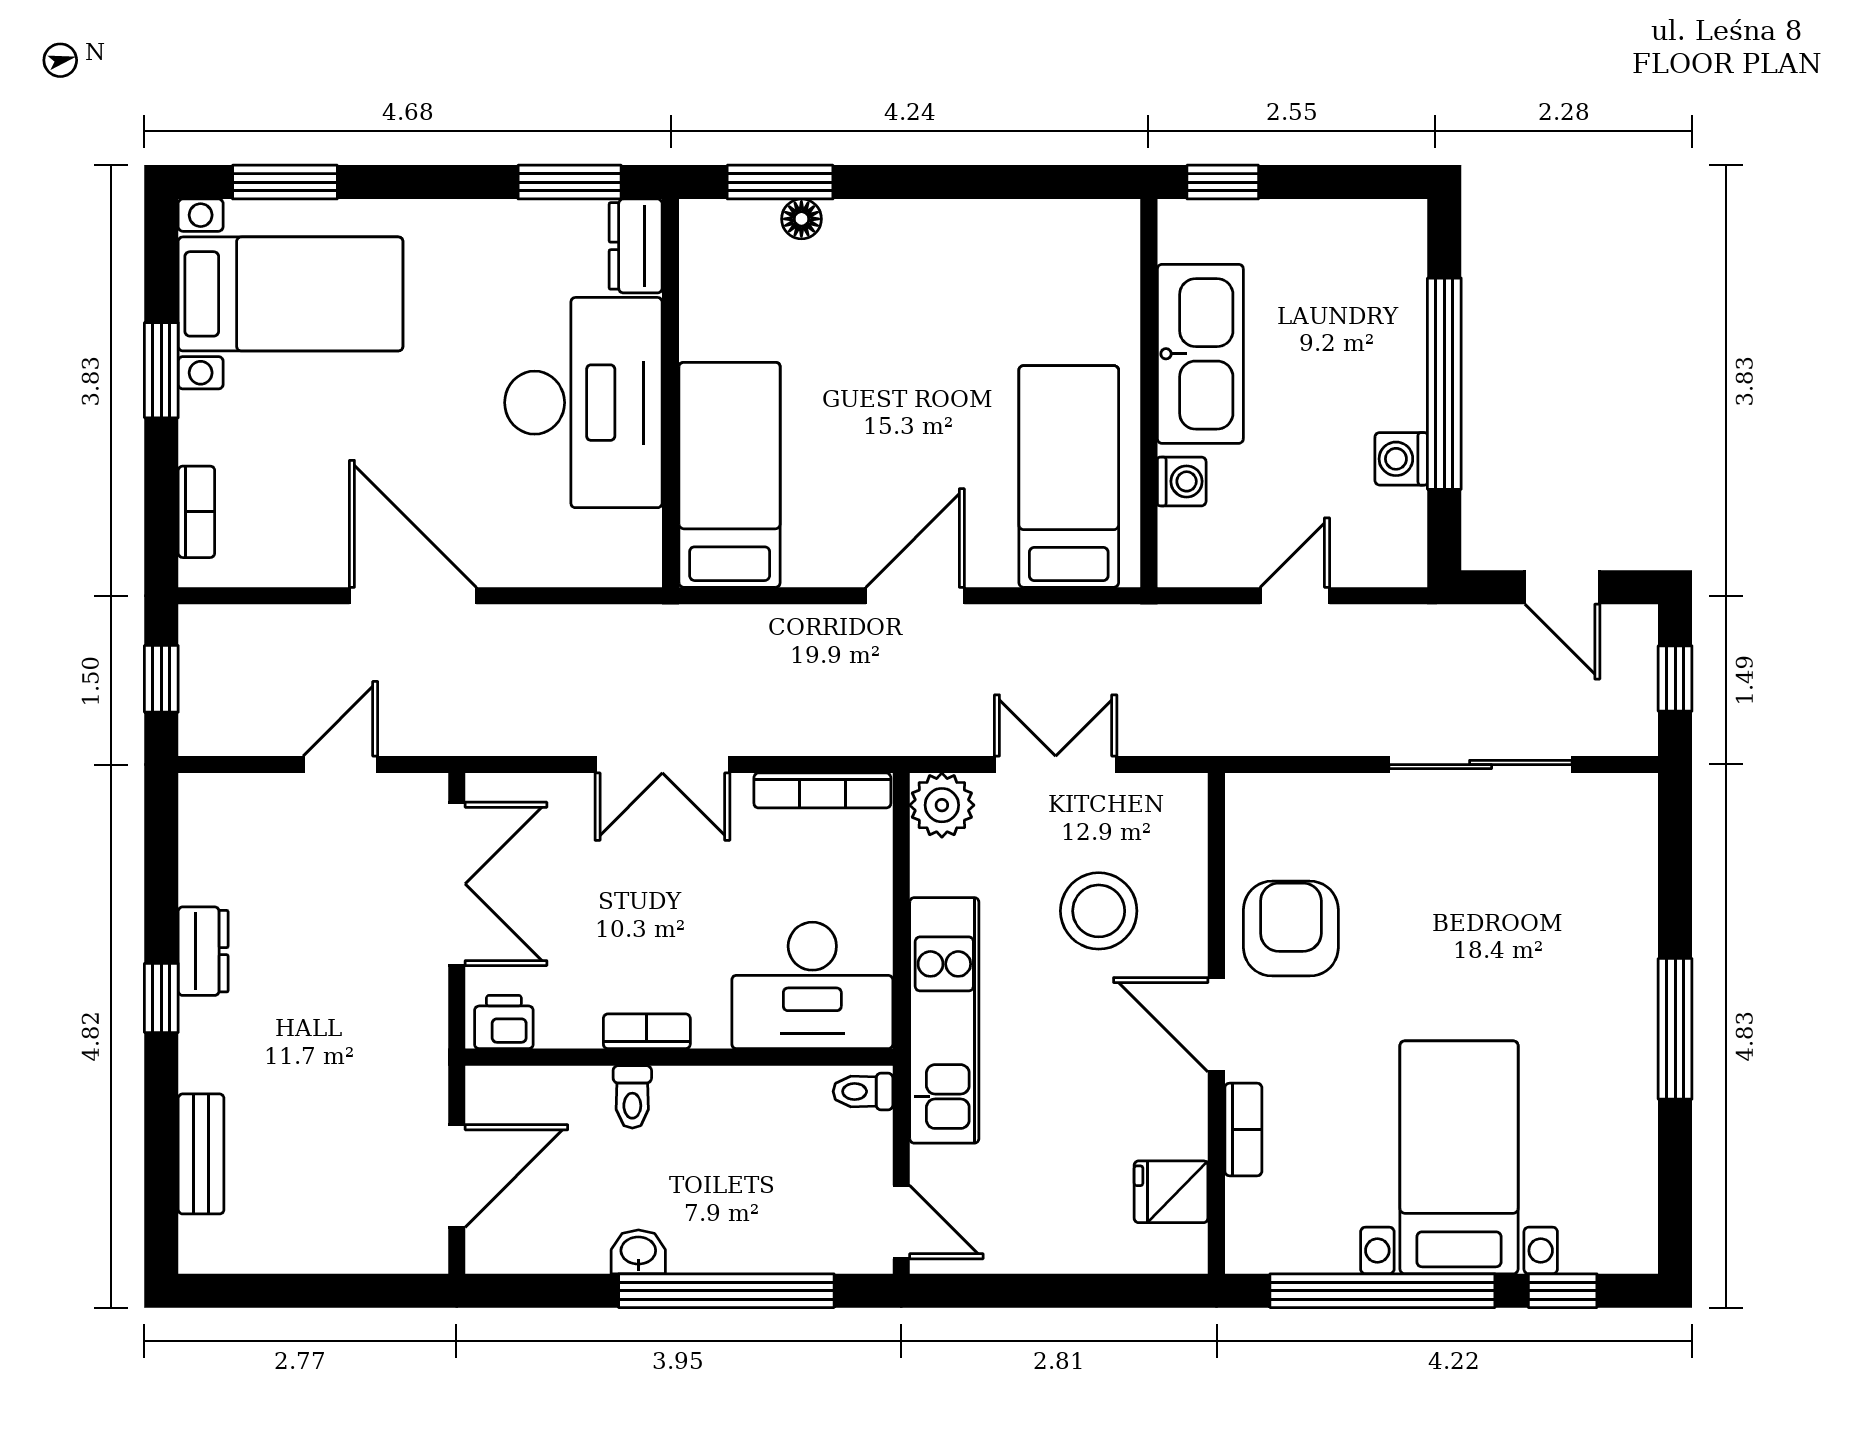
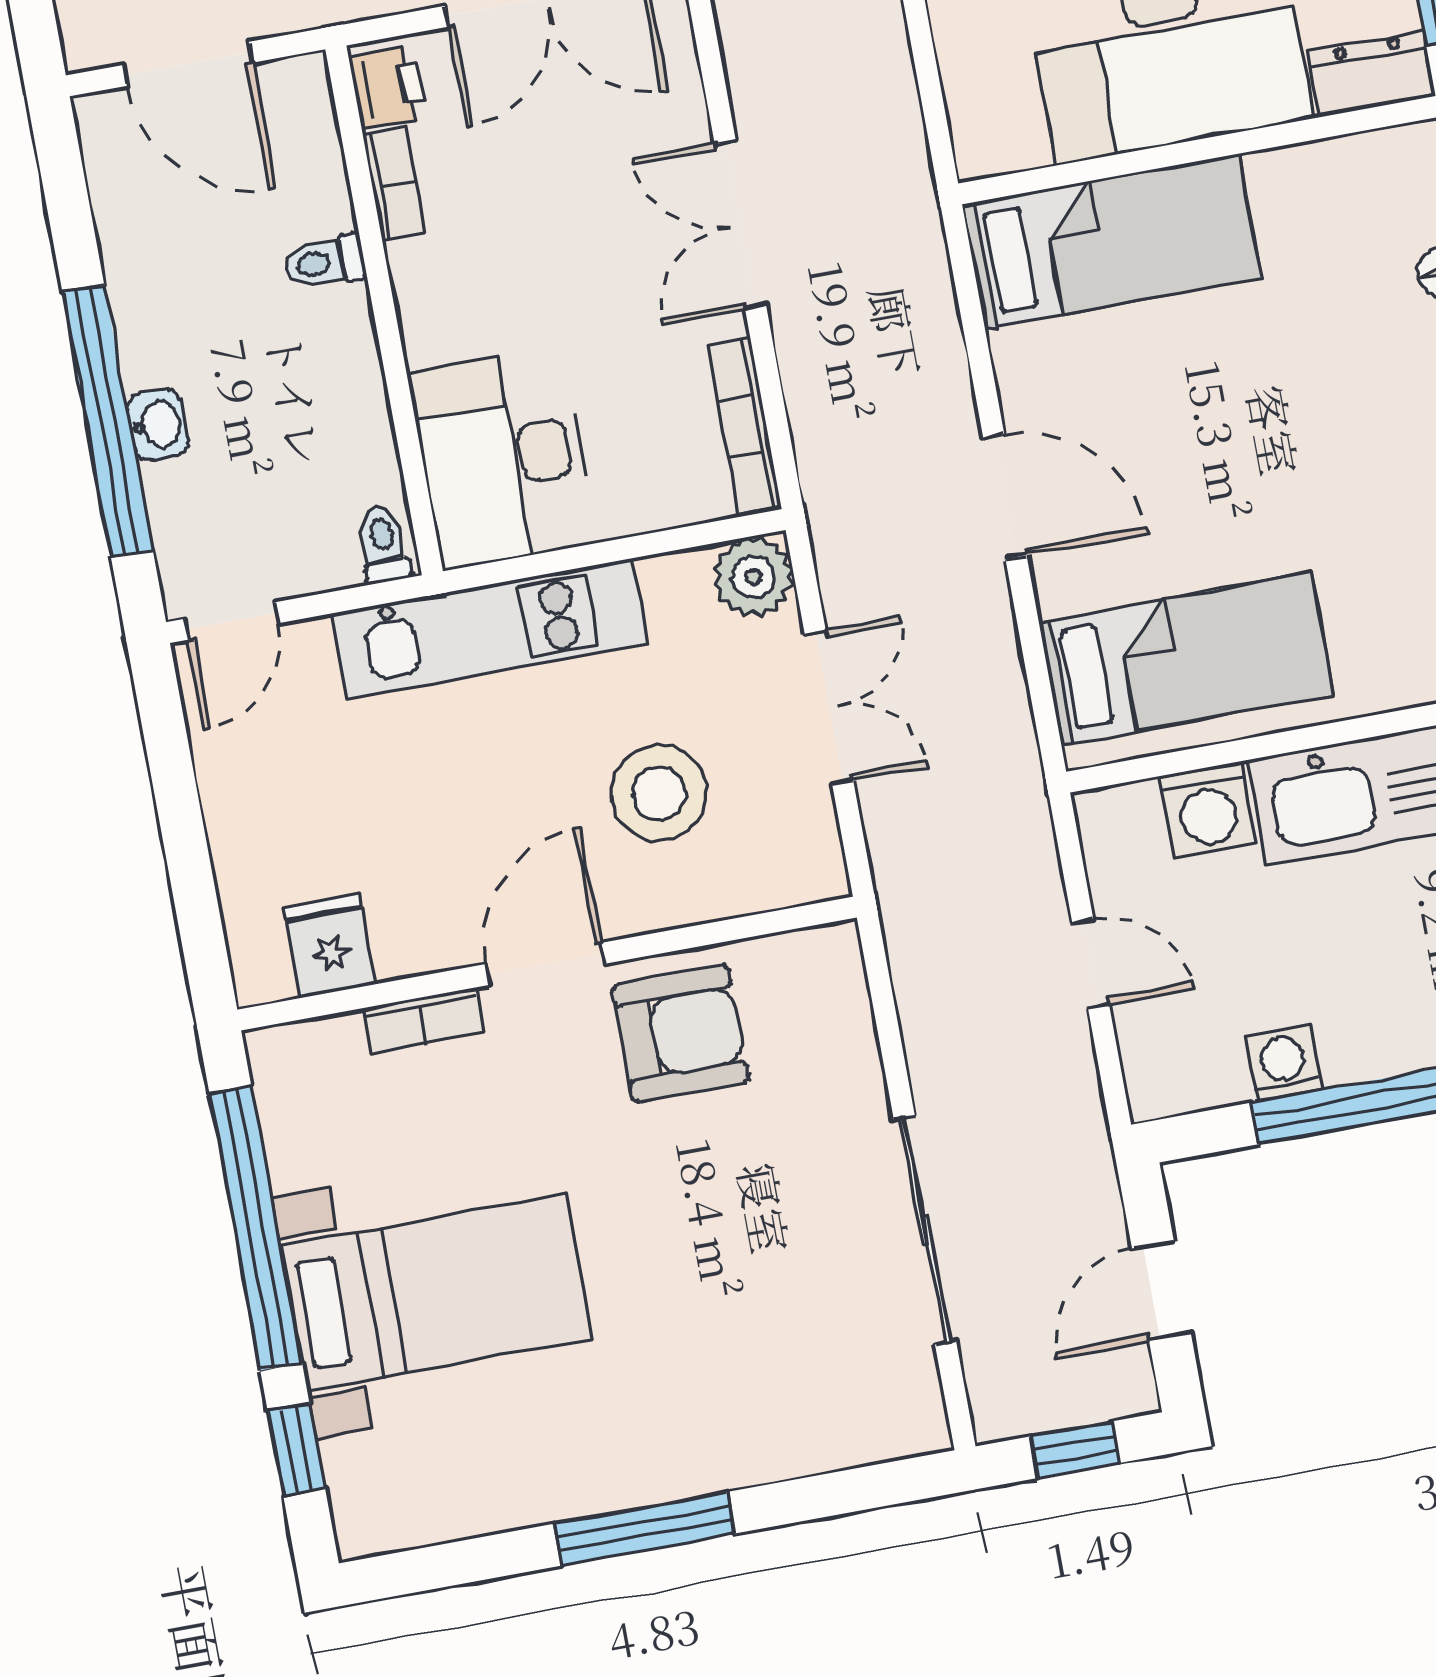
washing machine: (1182, 481) -> (1208, 810), width x1.38, depth x1.38
bookcase: (647, 1031) -> (394, 184), moved
washbasin: (638, 1252) -> (158, 425), moved

